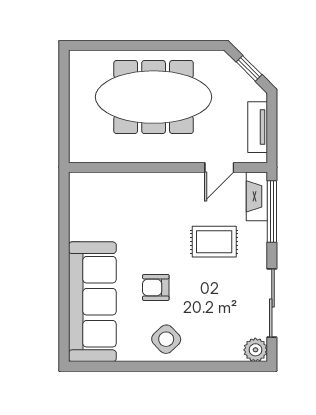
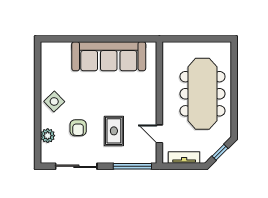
fireplace: (257, 196) -> (142, 157), removed
armchair: (156, 287) -> (78, 128), moved, turned 180
sofa: (92, 302) -> (109, 56), moved
plant: (255, 350) -> (48, 136), moved

